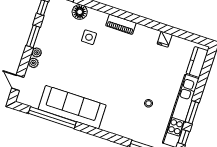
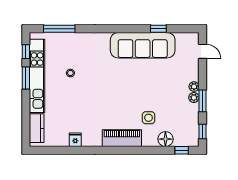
piano: (121, 24) -> (122, 138), width x1.37, depth x1.33
plant: (33, 63) -> (194, 98), moved
window: (52, 118) -> (158, 29), width x0.32

